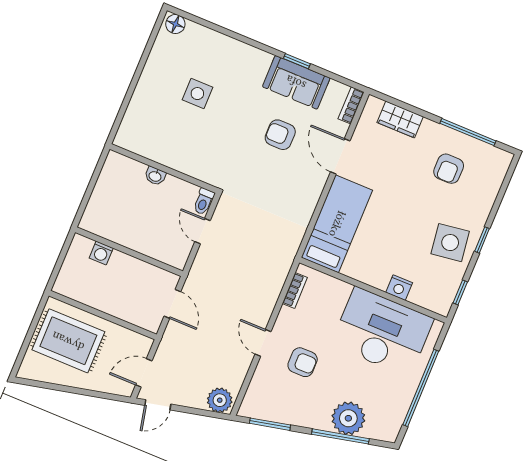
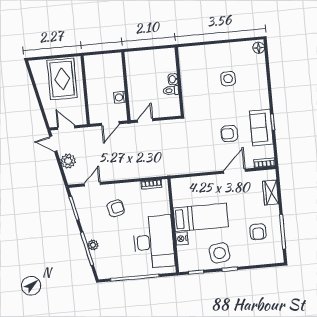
armchair: (280, 135) -> (229, 134), turned -90
armchair: (449, 169) -> (258, 232), turned -90
toilet: (204, 201) -> (171, 91), moved
bed: (337, 224) -> (201, 217), moved
door: (202, 231) -> (145, 120), moved
washing machine: (101, 253) -> (120, 97), moved
door: (263, 343) -> (92, 184), moved
armchair: (303, 362) -> (116, 208), turned -103
plant: (220, 400) -> (68, 161), moved
plant: (348, 418) -> (93, 245), width x0.53, depth x0.53

